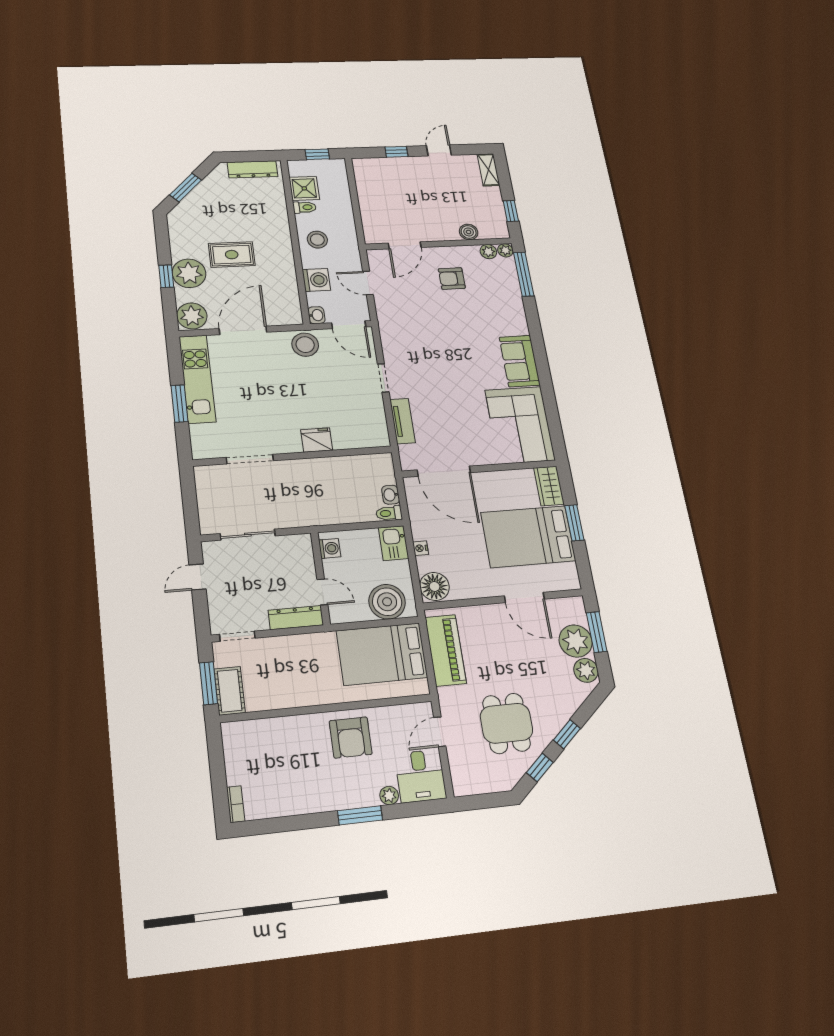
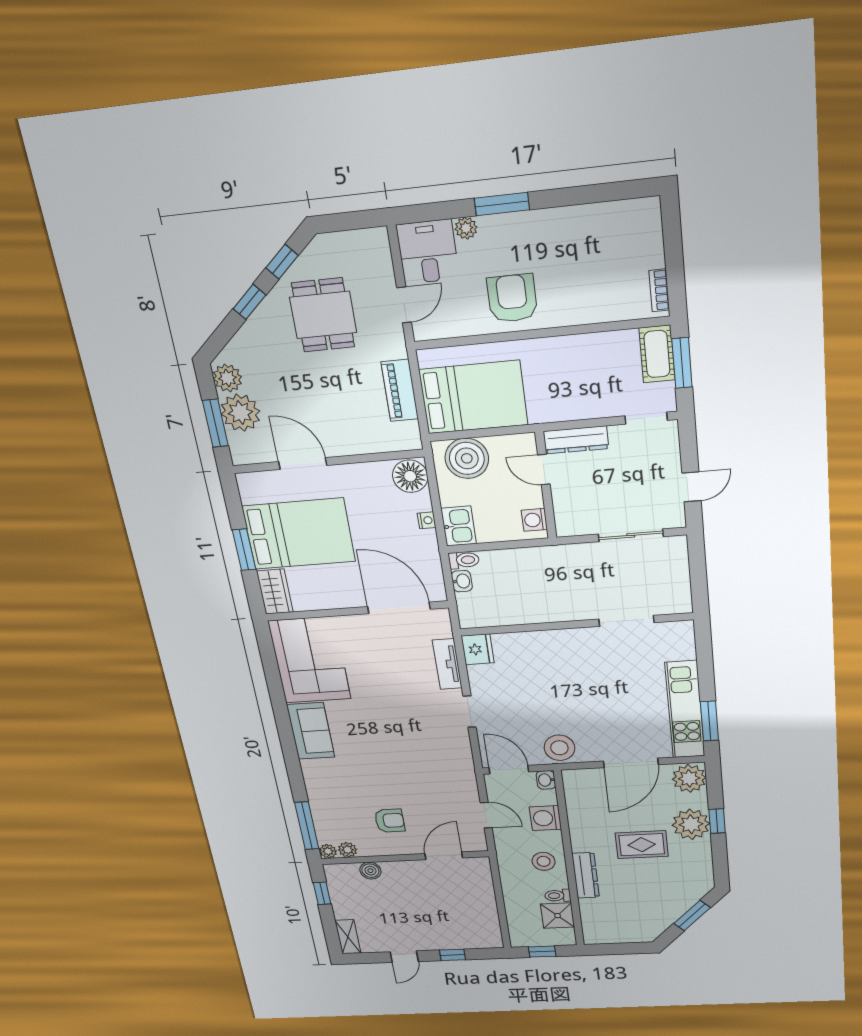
dresser: (253, 169) -> (586, 875), moved, turned 90
window: (180, 404) -> (709, 721), moved
fridge: (317, 440) -> (478, 649), moved, turned -90
piano: (446, 650) -> (400, 390), width x0.73, depth x0.75
bookcase: (236, 804) -> (659, 290), moved

